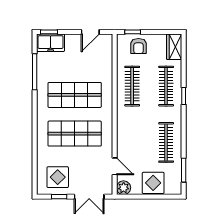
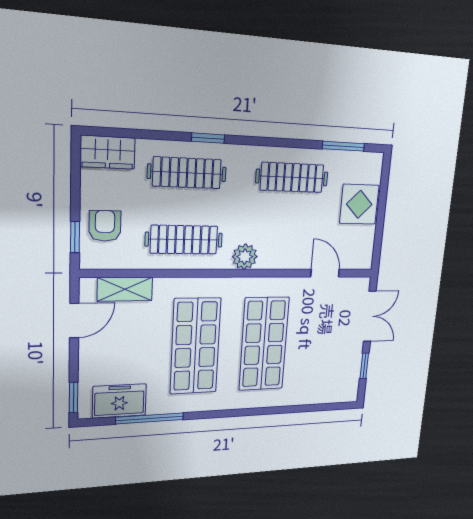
door: (90, 32) -> (74, 321), hinge flipped
freezer: (51, 43) -> (119, 401), moved, turned -90
armchair: (138, 46) -> (105, 226), turned -90
shelving: (106, 57) -> (125, 289), added
door: (115, 166) -> (325, 273), hinge flipped
display table: (58, 177) -> (333, 370), removed
plant: (124, 188) -> (245, 257), moved

